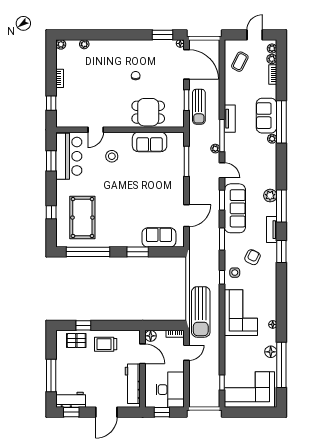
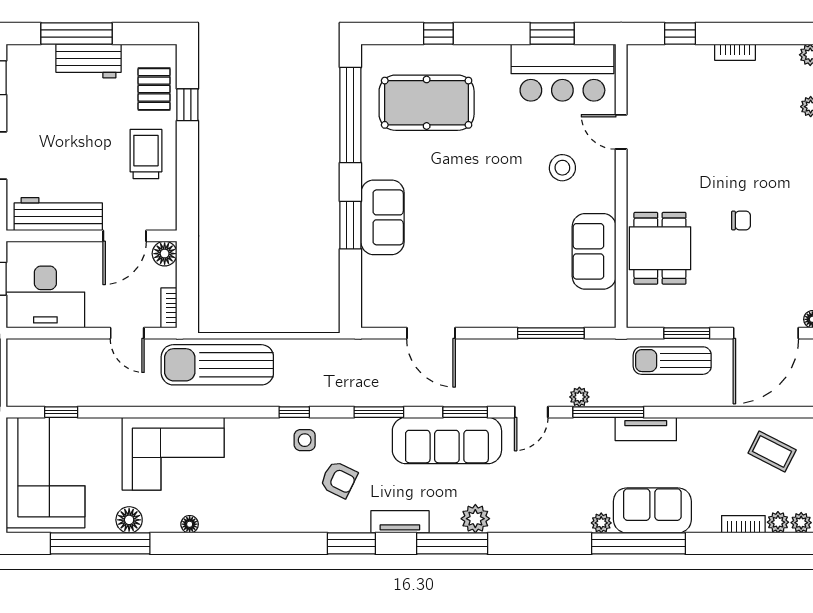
sofa: (159, 237) -> (383, 217), moved
corner sofa: (241, 313) -> (173, 454), moved
workbench: (71, 400) -> (89, 61), moved, turned 90

